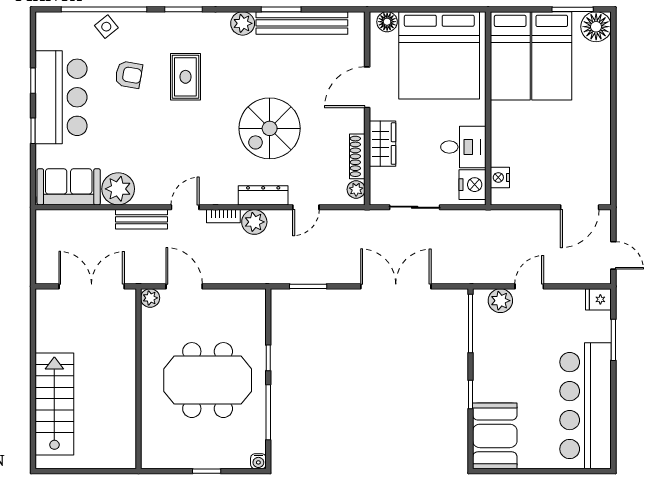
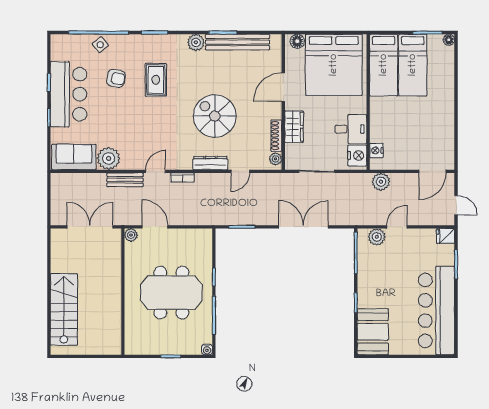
floor lamp: (596, 27) -> (449, 40), width x0.53, depth x0.53
spiral stairs: (270, 128) -> (215, 116), turned 90
plant: (254, 222) -> (381, 182), moved

